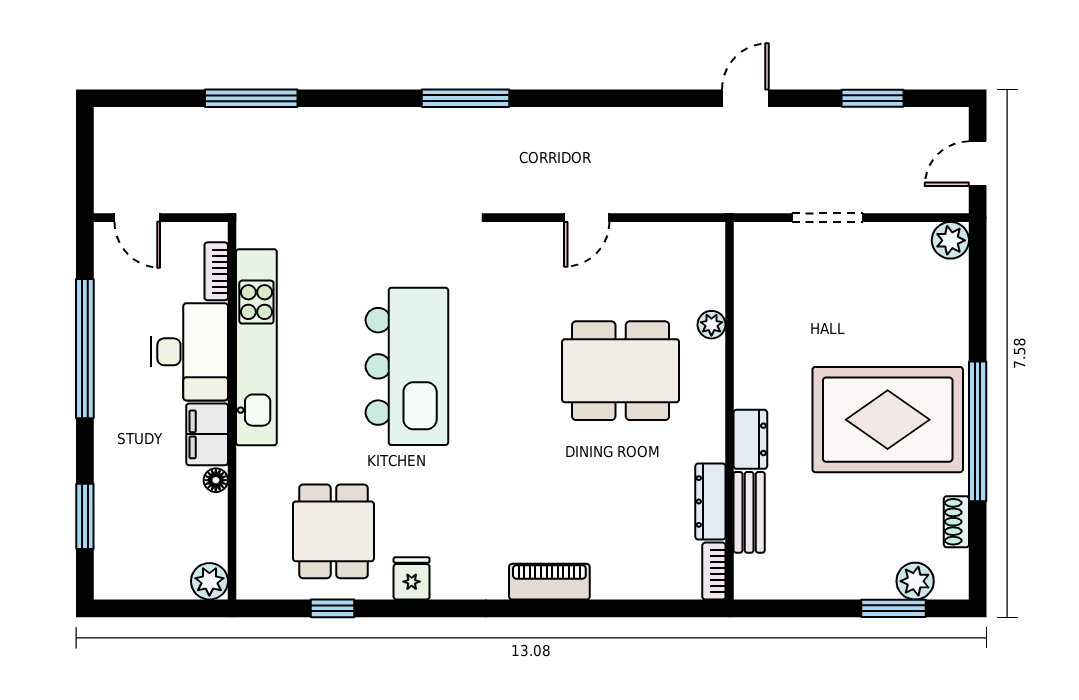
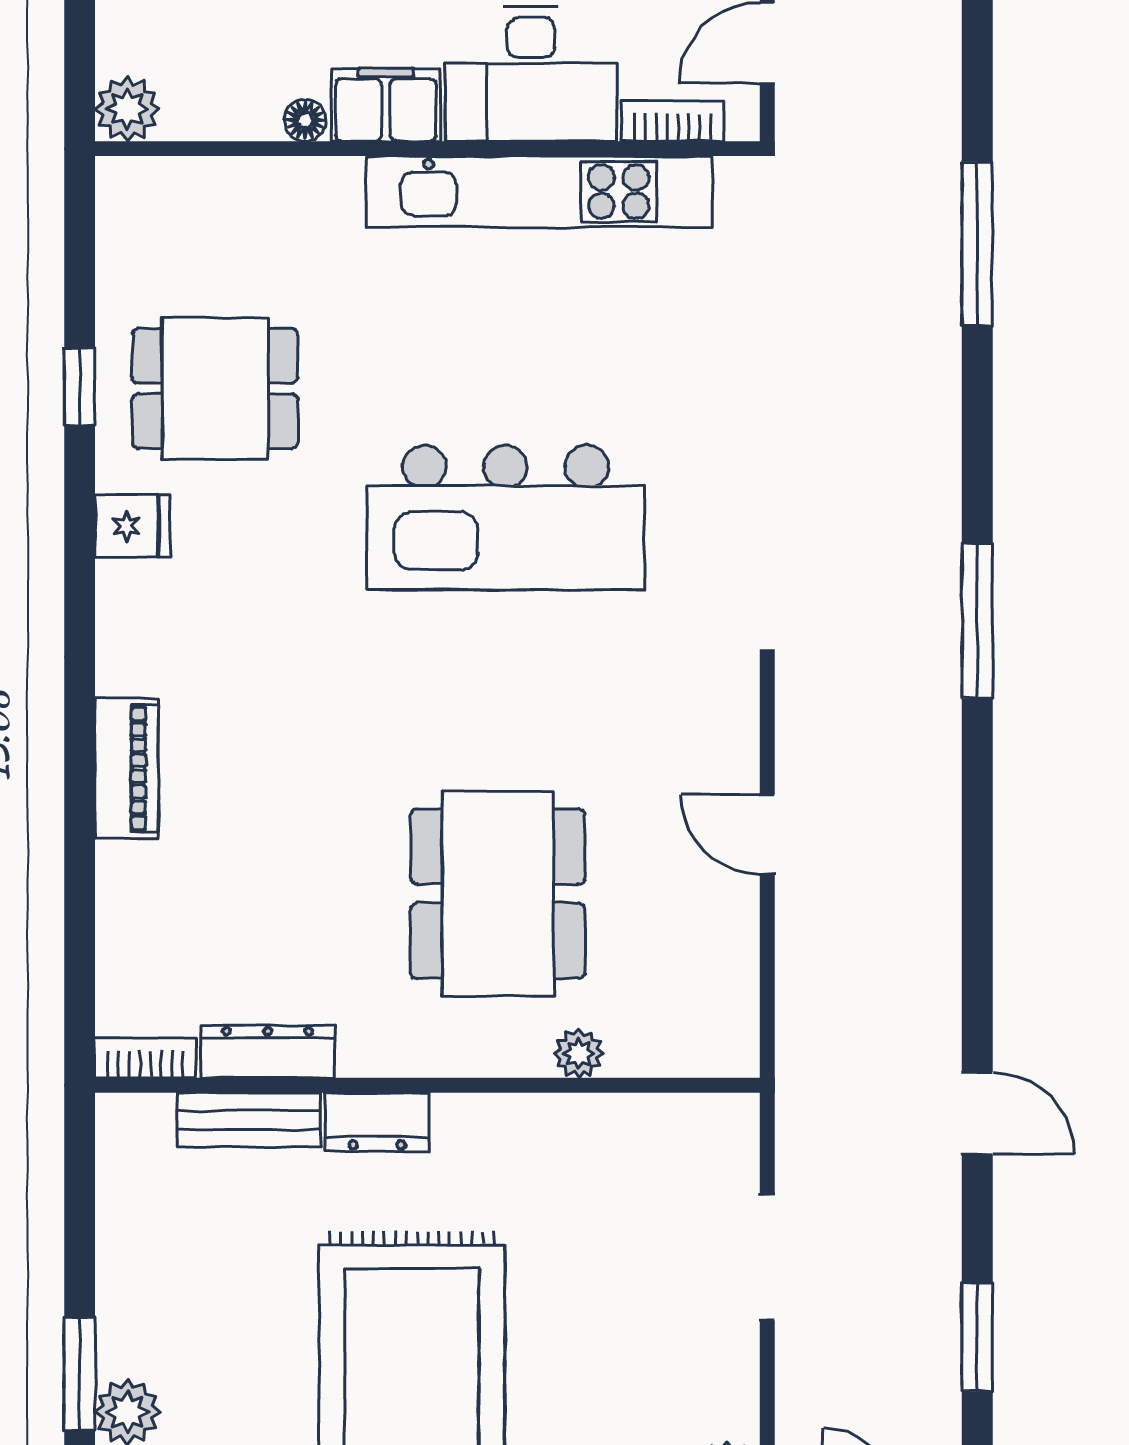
bookcase: (216, 271) -> (673, 121), moved
kitchen unit: (256, 347) -> (539, 192), moved
desk: (190, 352) -> (531, 74), moved
wall: (232, 411) -> (427, 149), moved
filing cabinet: (207, 434) -> (386, 105), moved
floor lamp: (216, 480) -> (305, 120), moved
plant: (209, 581) -> (127, 109), moved

